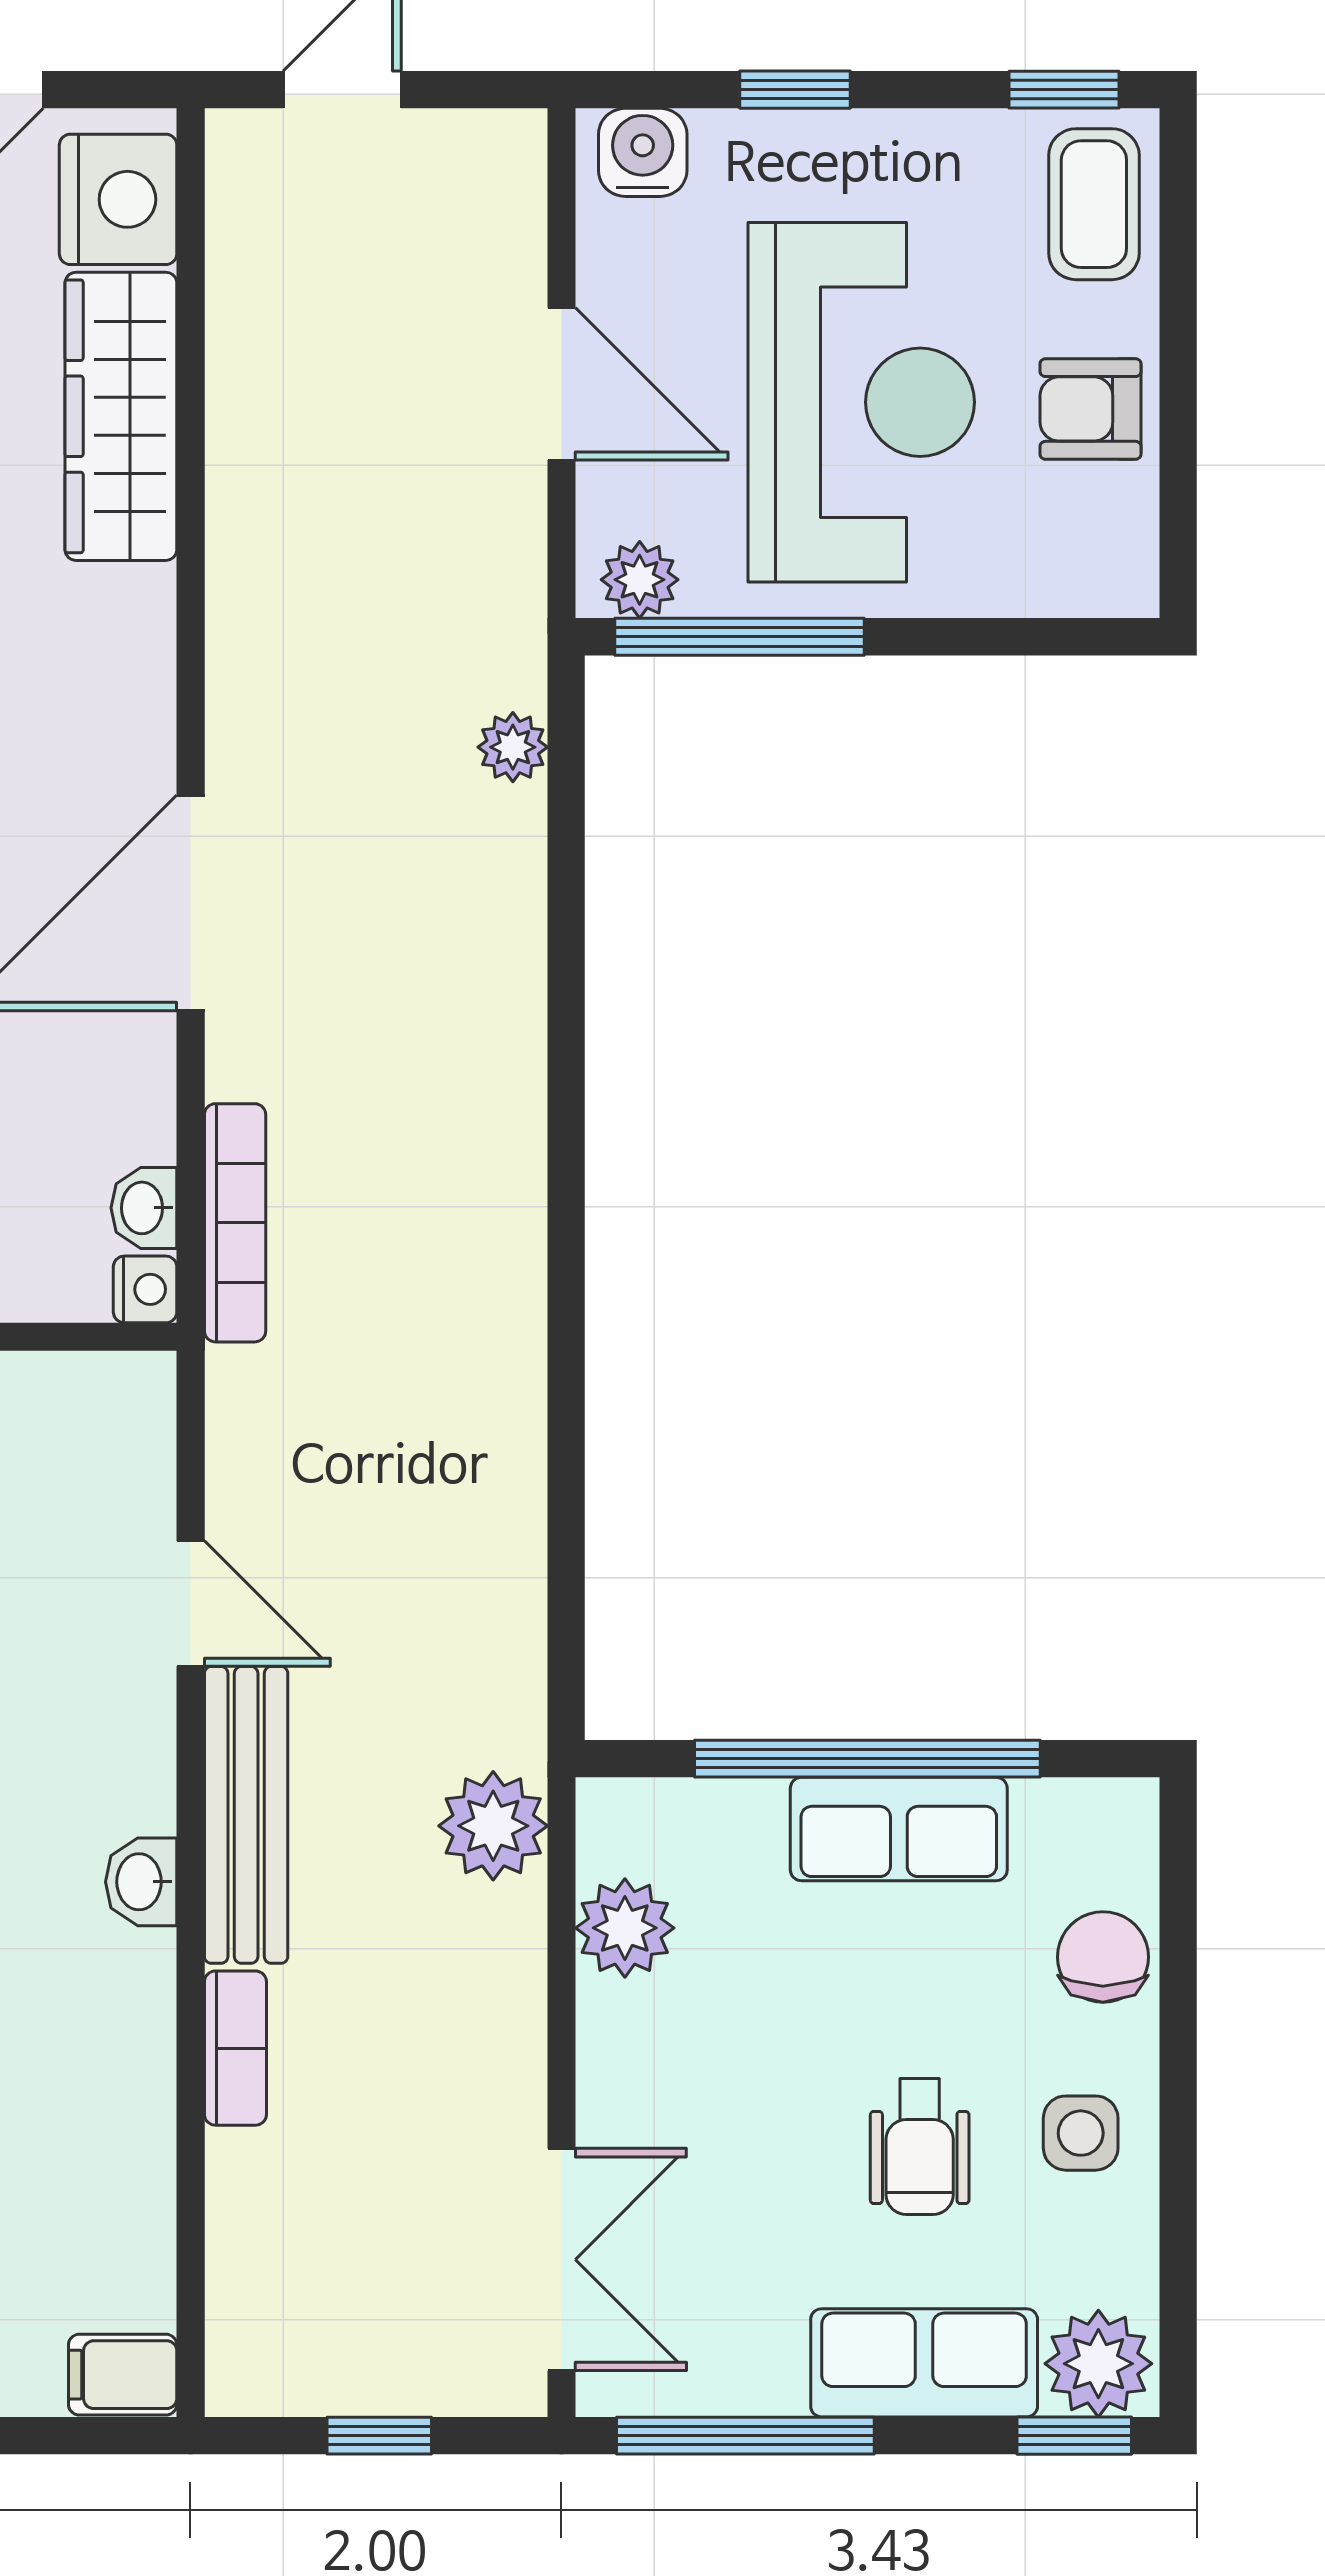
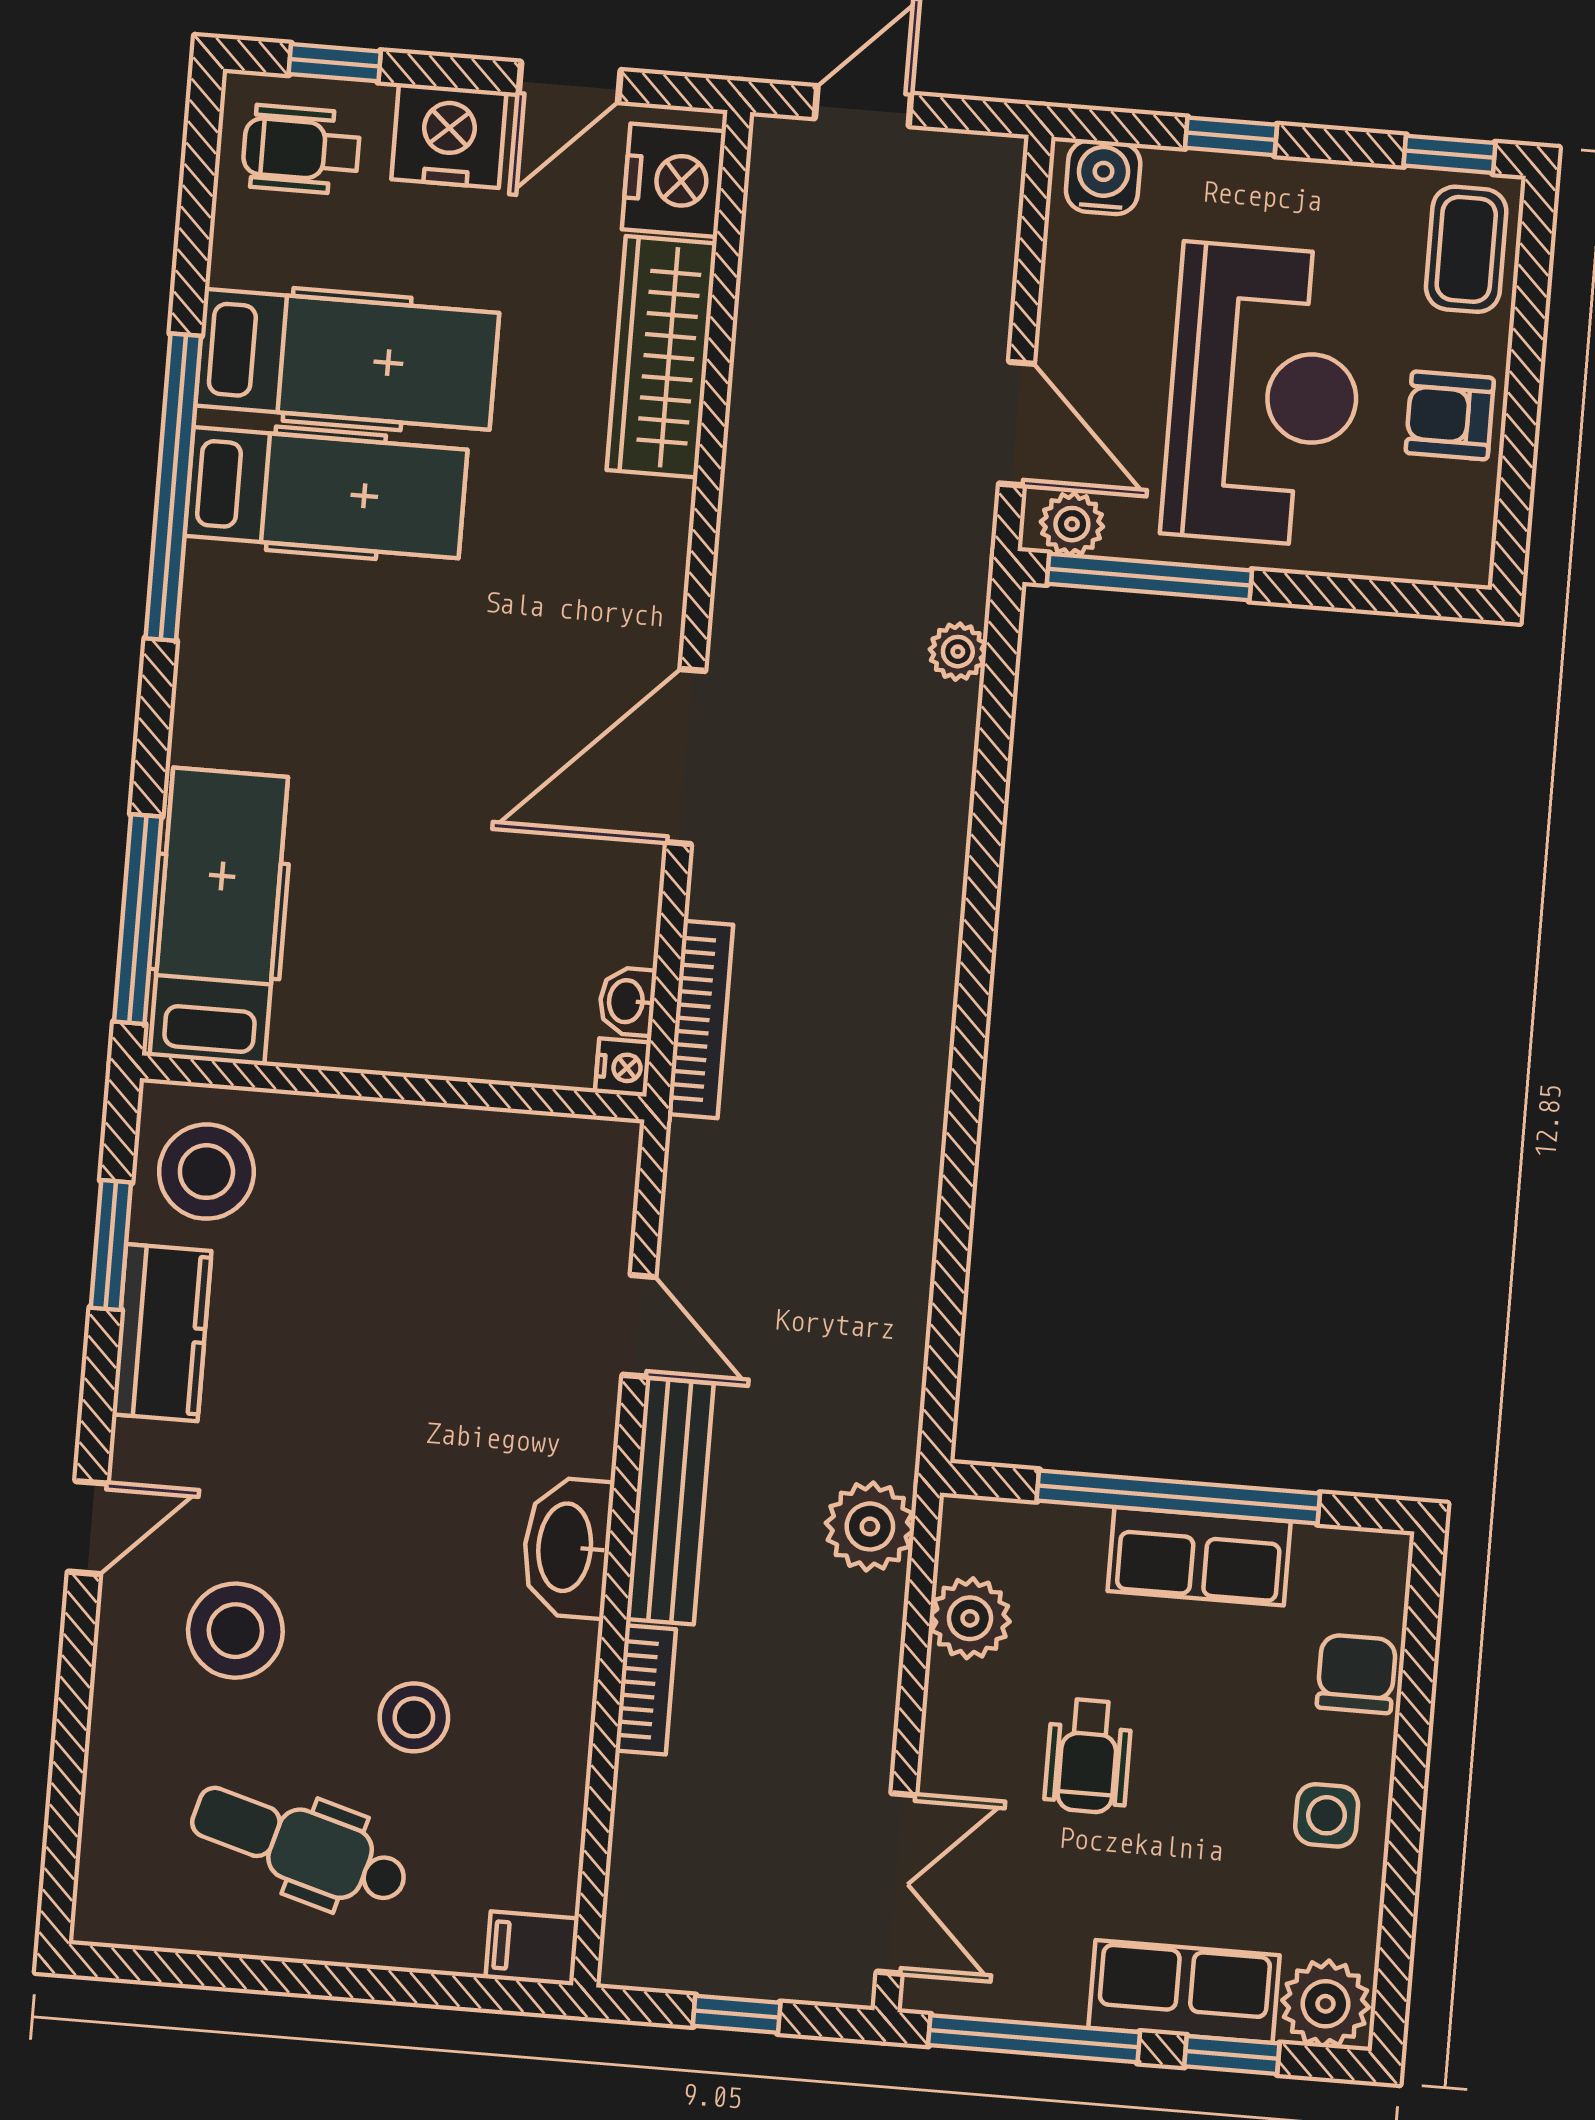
door: (562, 384) -> (1016, 424), moved
washbasin: (141, 1882) -> (567, 1547), width x1.91, depth x1.45
wheelchair: (920, 2147) -> (1088, 1756), moved
window: (1074, 2436) -> (1232, 2055), moved

